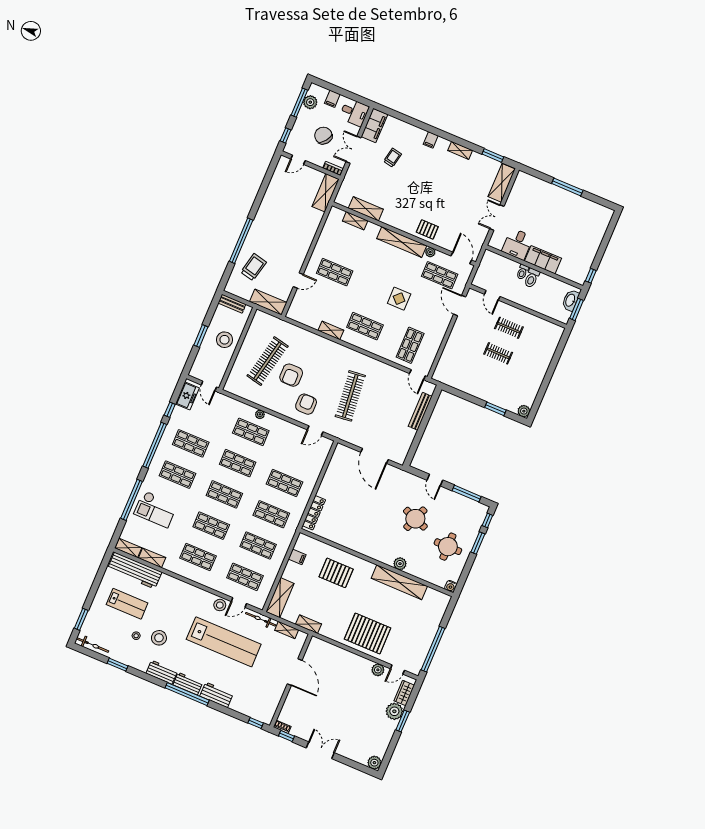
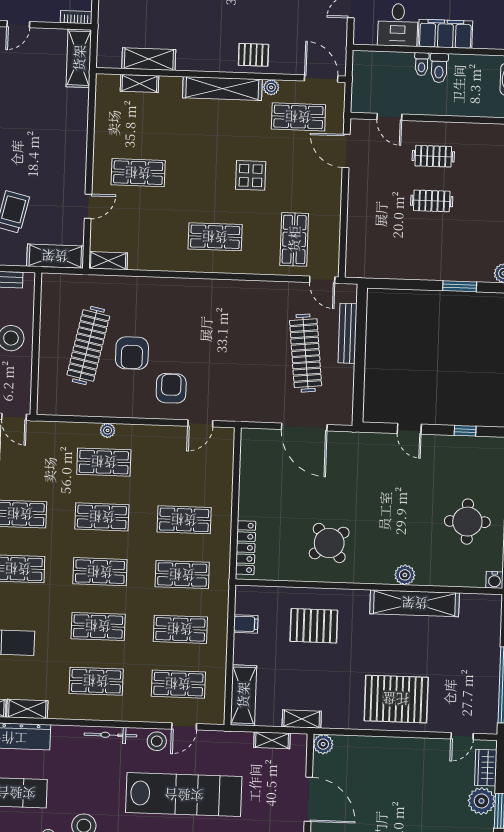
shelving: (331, 330) -> (108, 261), moved
clothes rail: (350, 396) -> (306, 353), moved
window: (467, 494) -> (465, 431), width x0.46
round table: (415, 519) -> (329, 543), moved, turned 31
bicycle: (261, 619) -> (110, 735), moved
plant: (378, 670) -> (323, 744), moved

